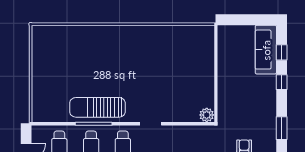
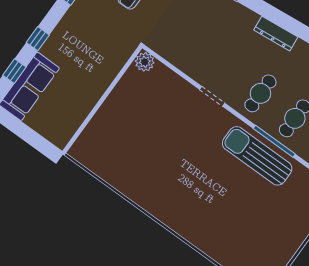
sun lounger: (97, 107) -> (257, 156), turned 180

